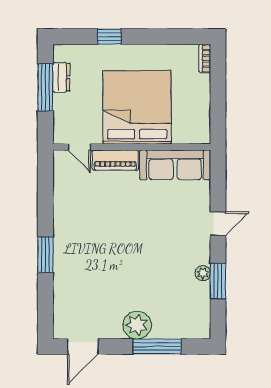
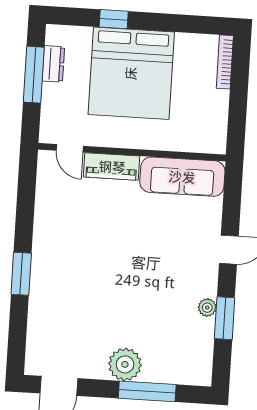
bookcase: (205, 58) -> (225, 62), width x1.56
bed: (137, 107) -> (131, 73), moved, turned 180

